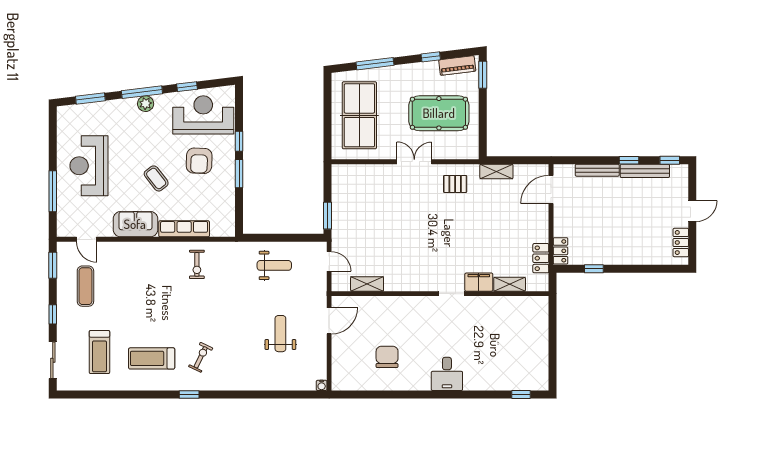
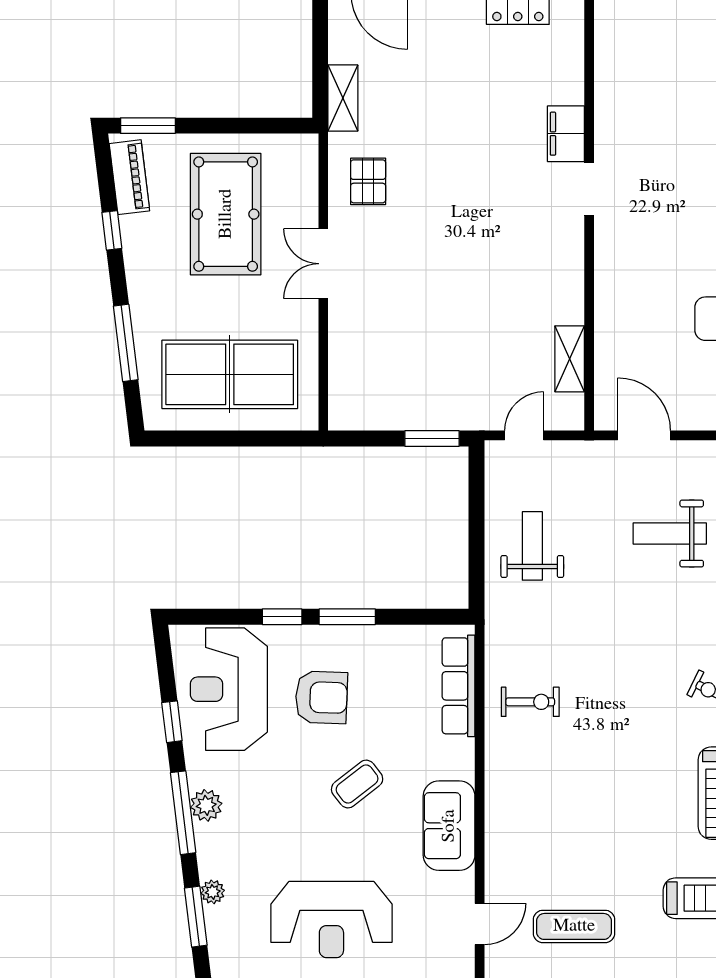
plant: (103, 107) -> (213, 892), added
row of seats: (184, 229) -> (459, 686), moved
shelving: (510, 284) -> (570, 72), removed

